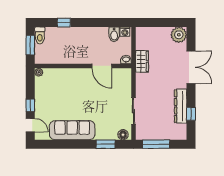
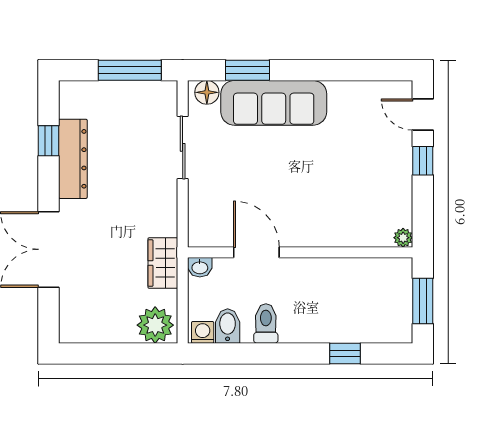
toilet: (40, 35) -> (266, 324), moved
plant: (179, 35) -> (155, 325), moved
sofa: (72, 130) -> (274, 103), moved

